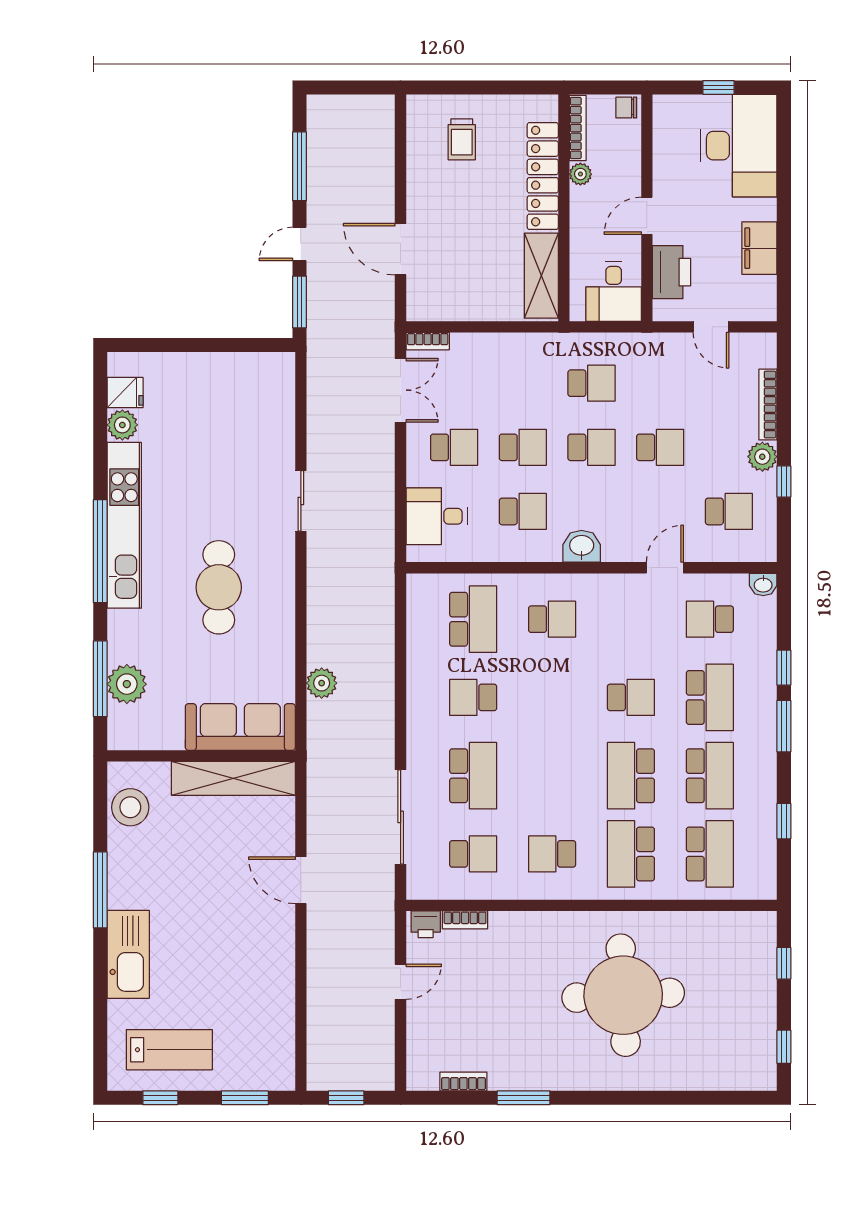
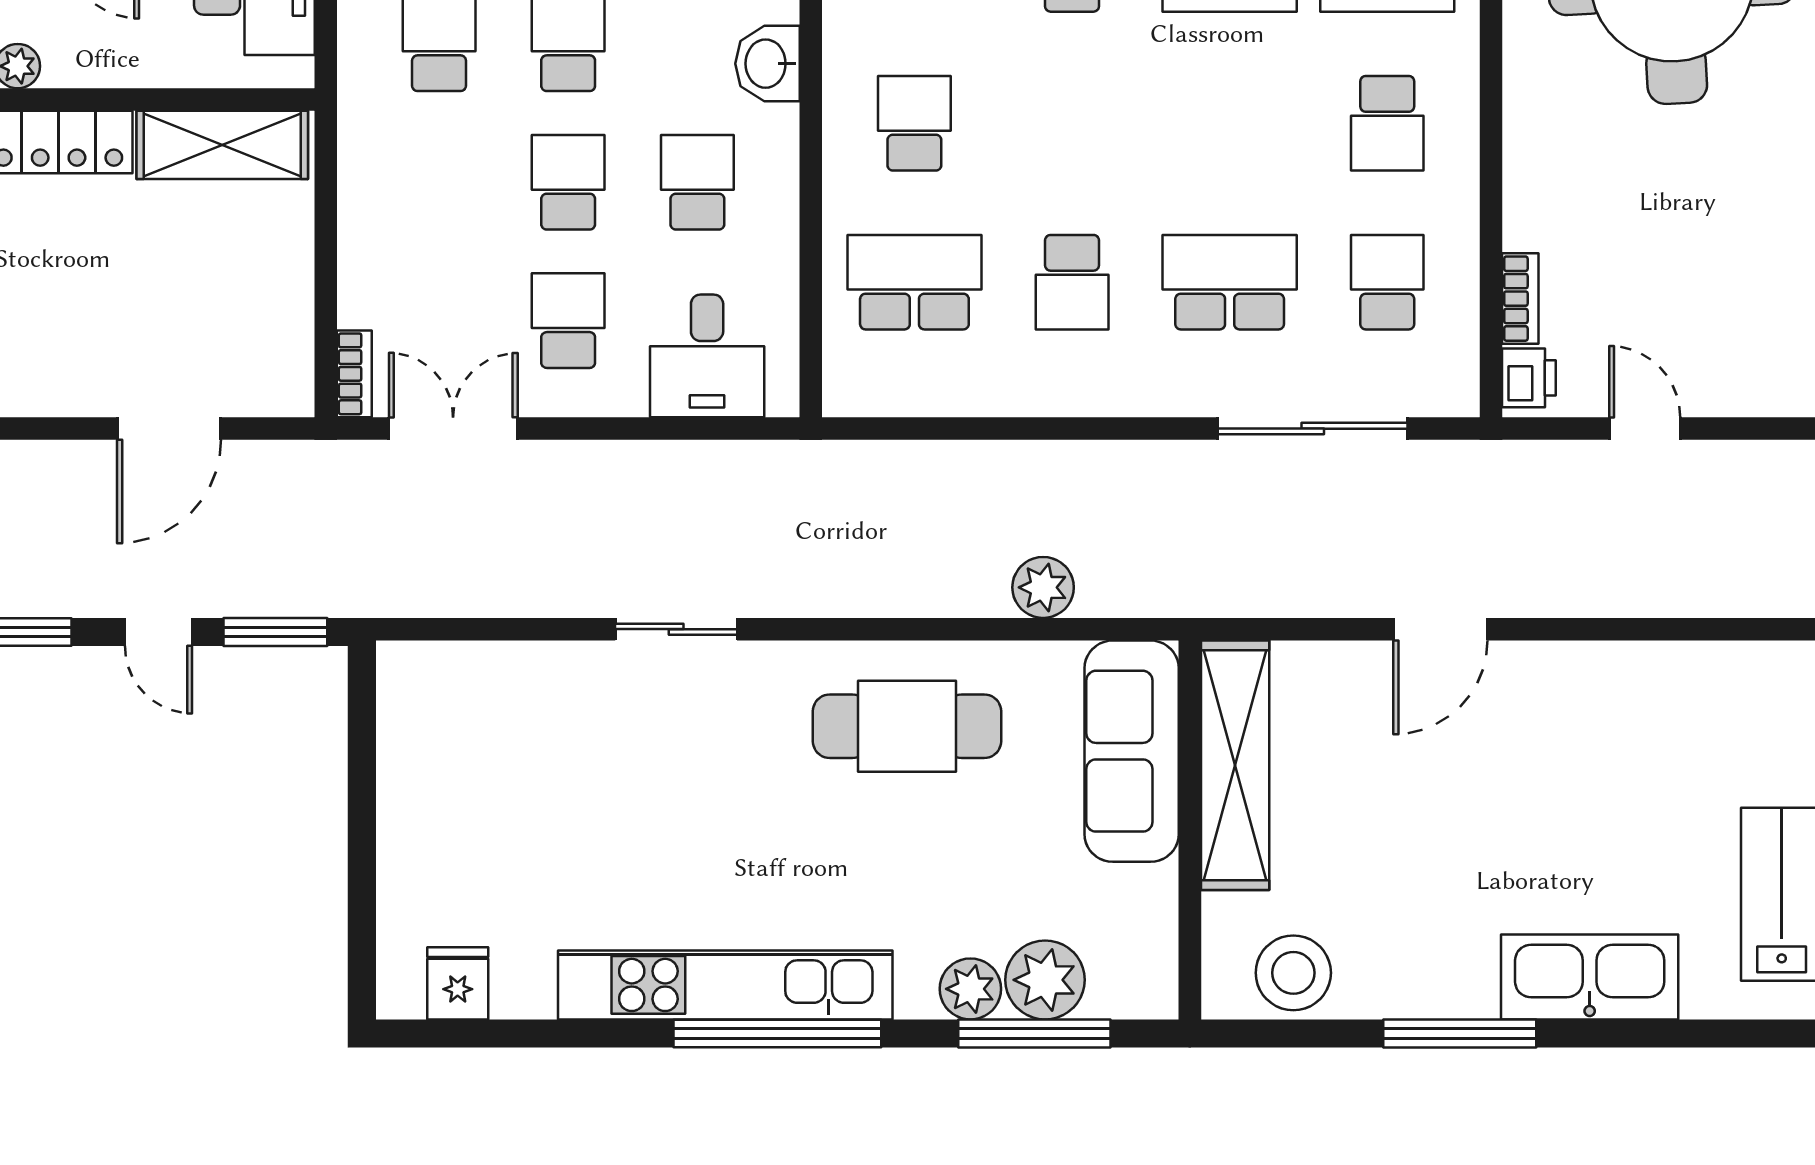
plant: (122, 425) -> (970, 989), moved
cafe table: (219, 587) -> (907, 726), moved

